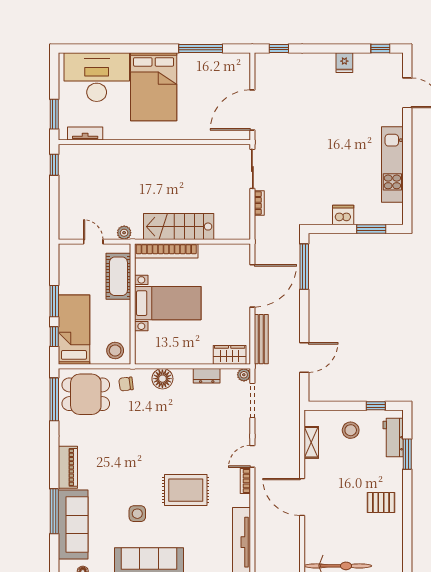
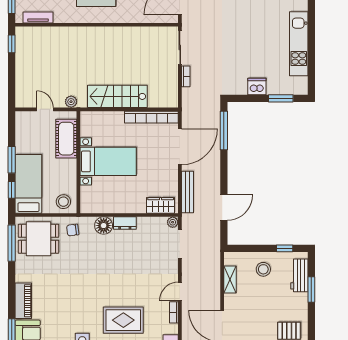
bookcase: (166, 251) -> (151, 117), moved
dresser: (207, 376) -> (125, 223), moved

